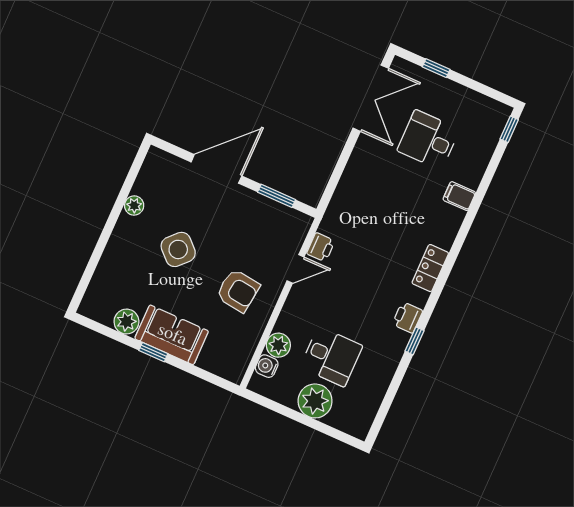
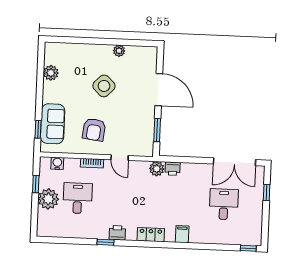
filing cabinet: (459, 196) -> (182, 234), moved
printer: (321, 247) -> (173, 169), moved
bookcase: (287, 314) -> (92, 163), added
sofa: (172, 335) -> (53, 124), moved
plant: (278, 345) -> (157, 169), moved
window: (153, 352) -> (38, 129), moved
desk: (331, 357) -> (78, 198), turned 180
window: (285, 411) -> (36, 184), added

